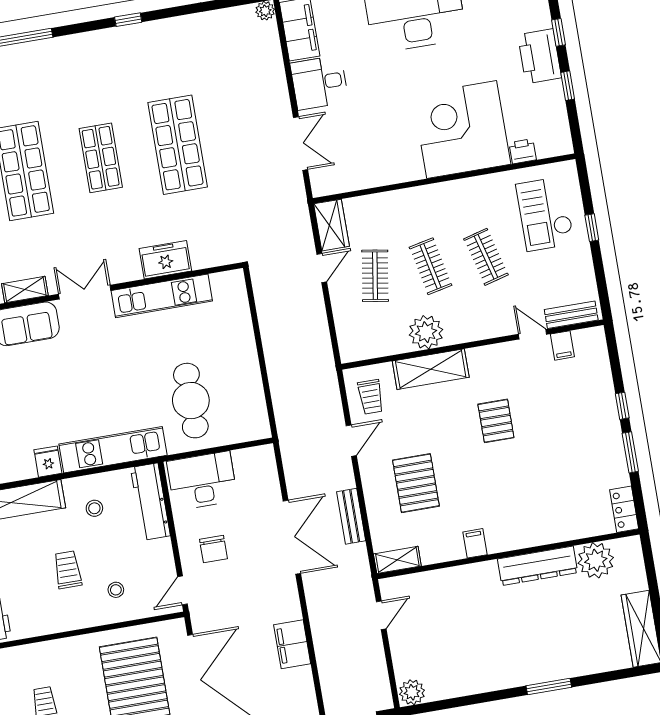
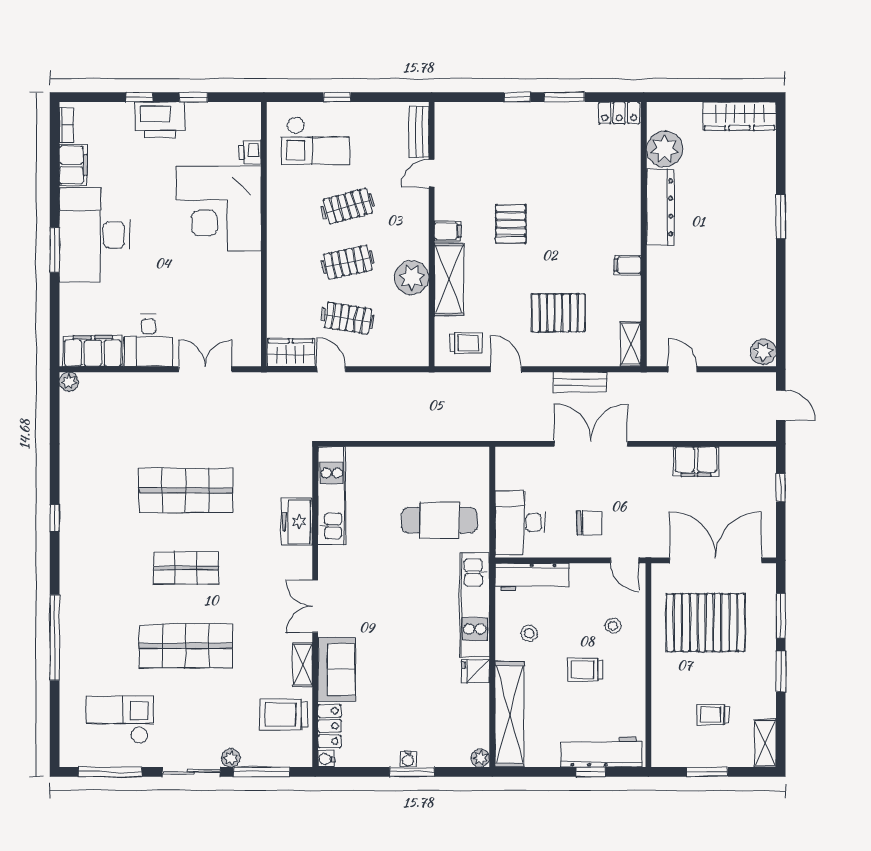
kitchen unit: (162, 296) -> (332, 496), moved
filing cabinet: (562, 345) -> (448, 231), moved
pallet: (496, 421) -> (511, 224), turned 90

